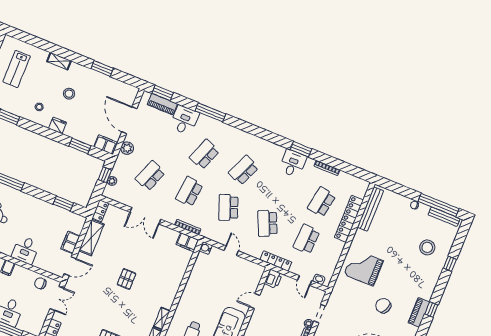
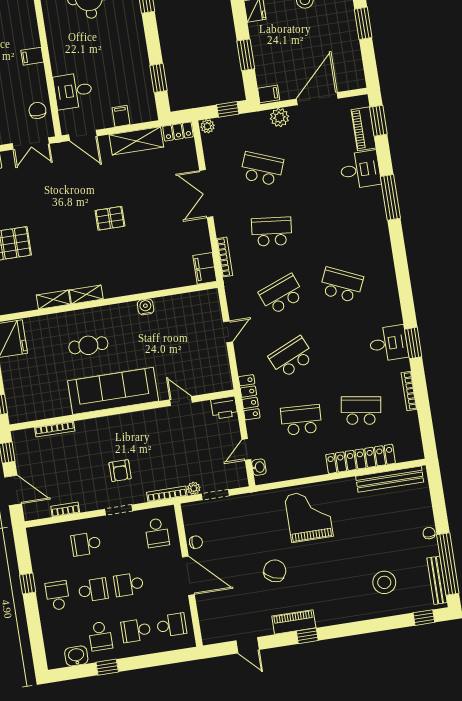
filing cabinet: (105, 144) -> (269, 94), width x0.50
school desk: (204, 154) -> (332, 222), removed
plant: (112, 181) -> (207, 126), moved
filing cabinet: (70, 242) -> (121, 116), width x0.50
water cooler: (206, 248) -> (146, 307), moved
desk: (26, 250) -> (73, 91), moved
window: (450, 264) -> (424, 618), moved

